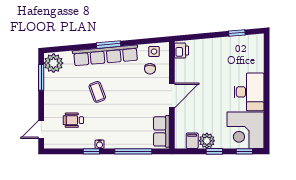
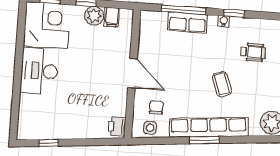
door: (172, 96) -> (132, 73), swing flipped
row of seats: (161, 131) -> (187, 22), moved, turned 90

